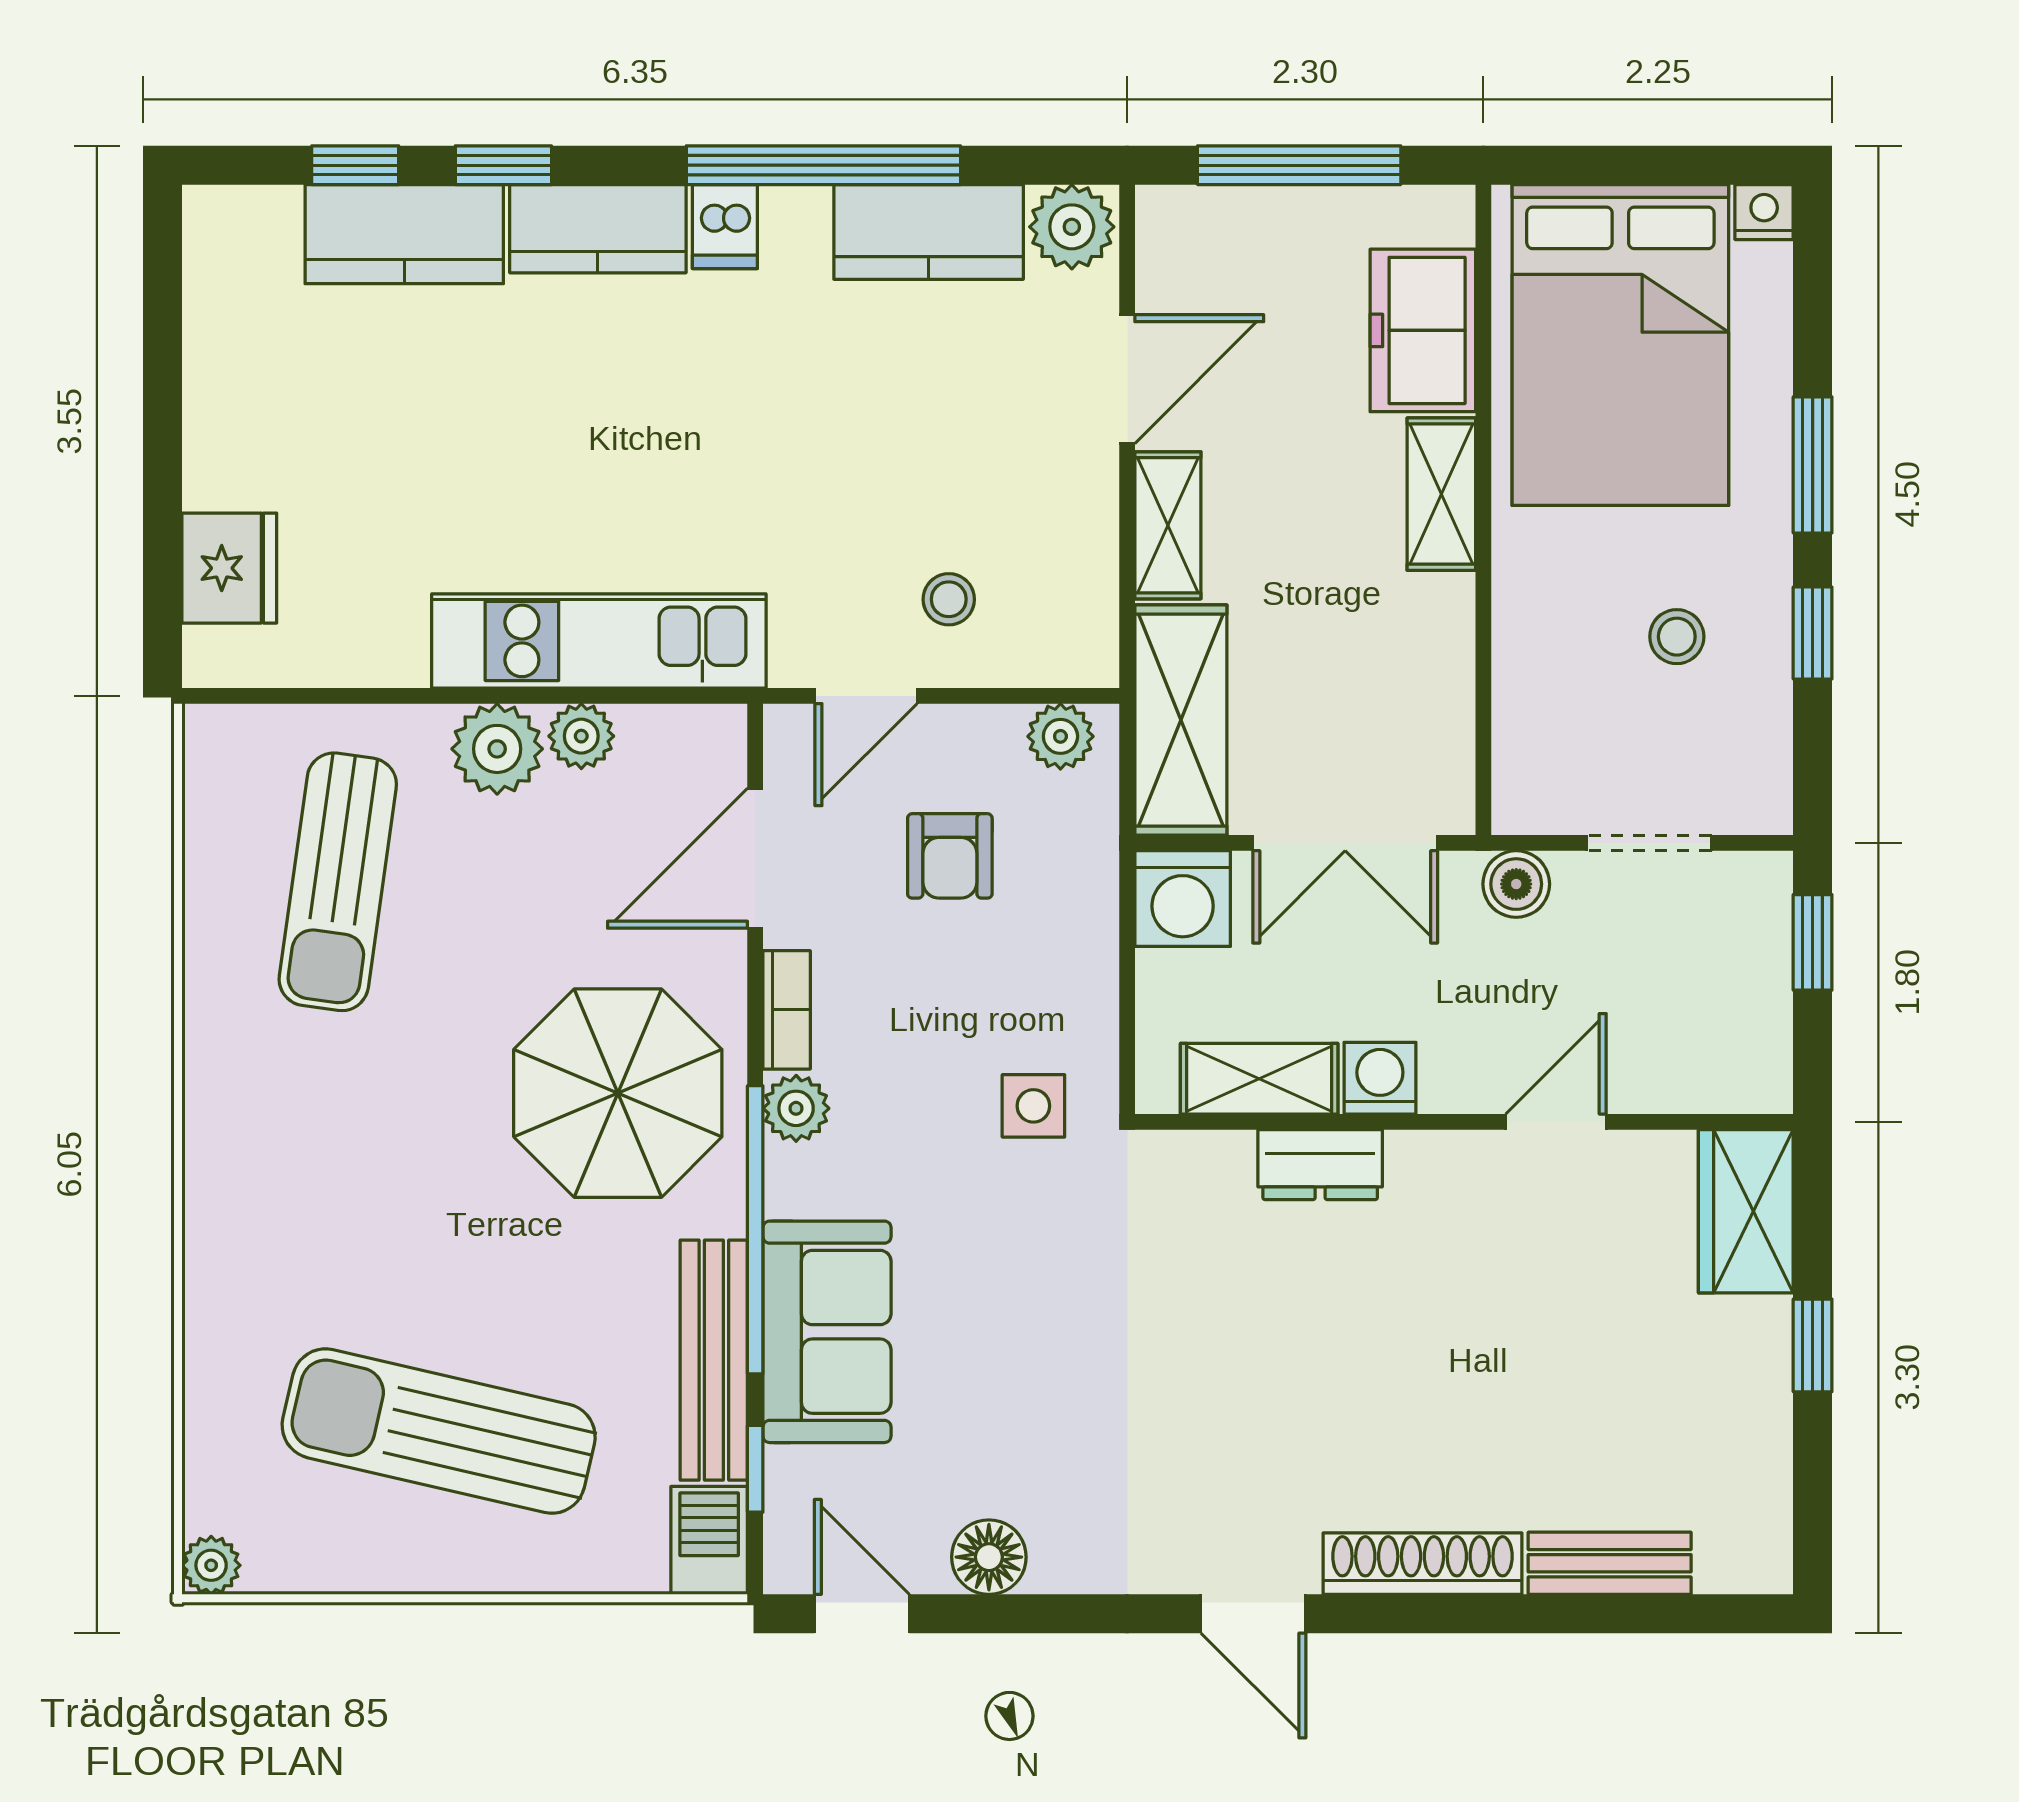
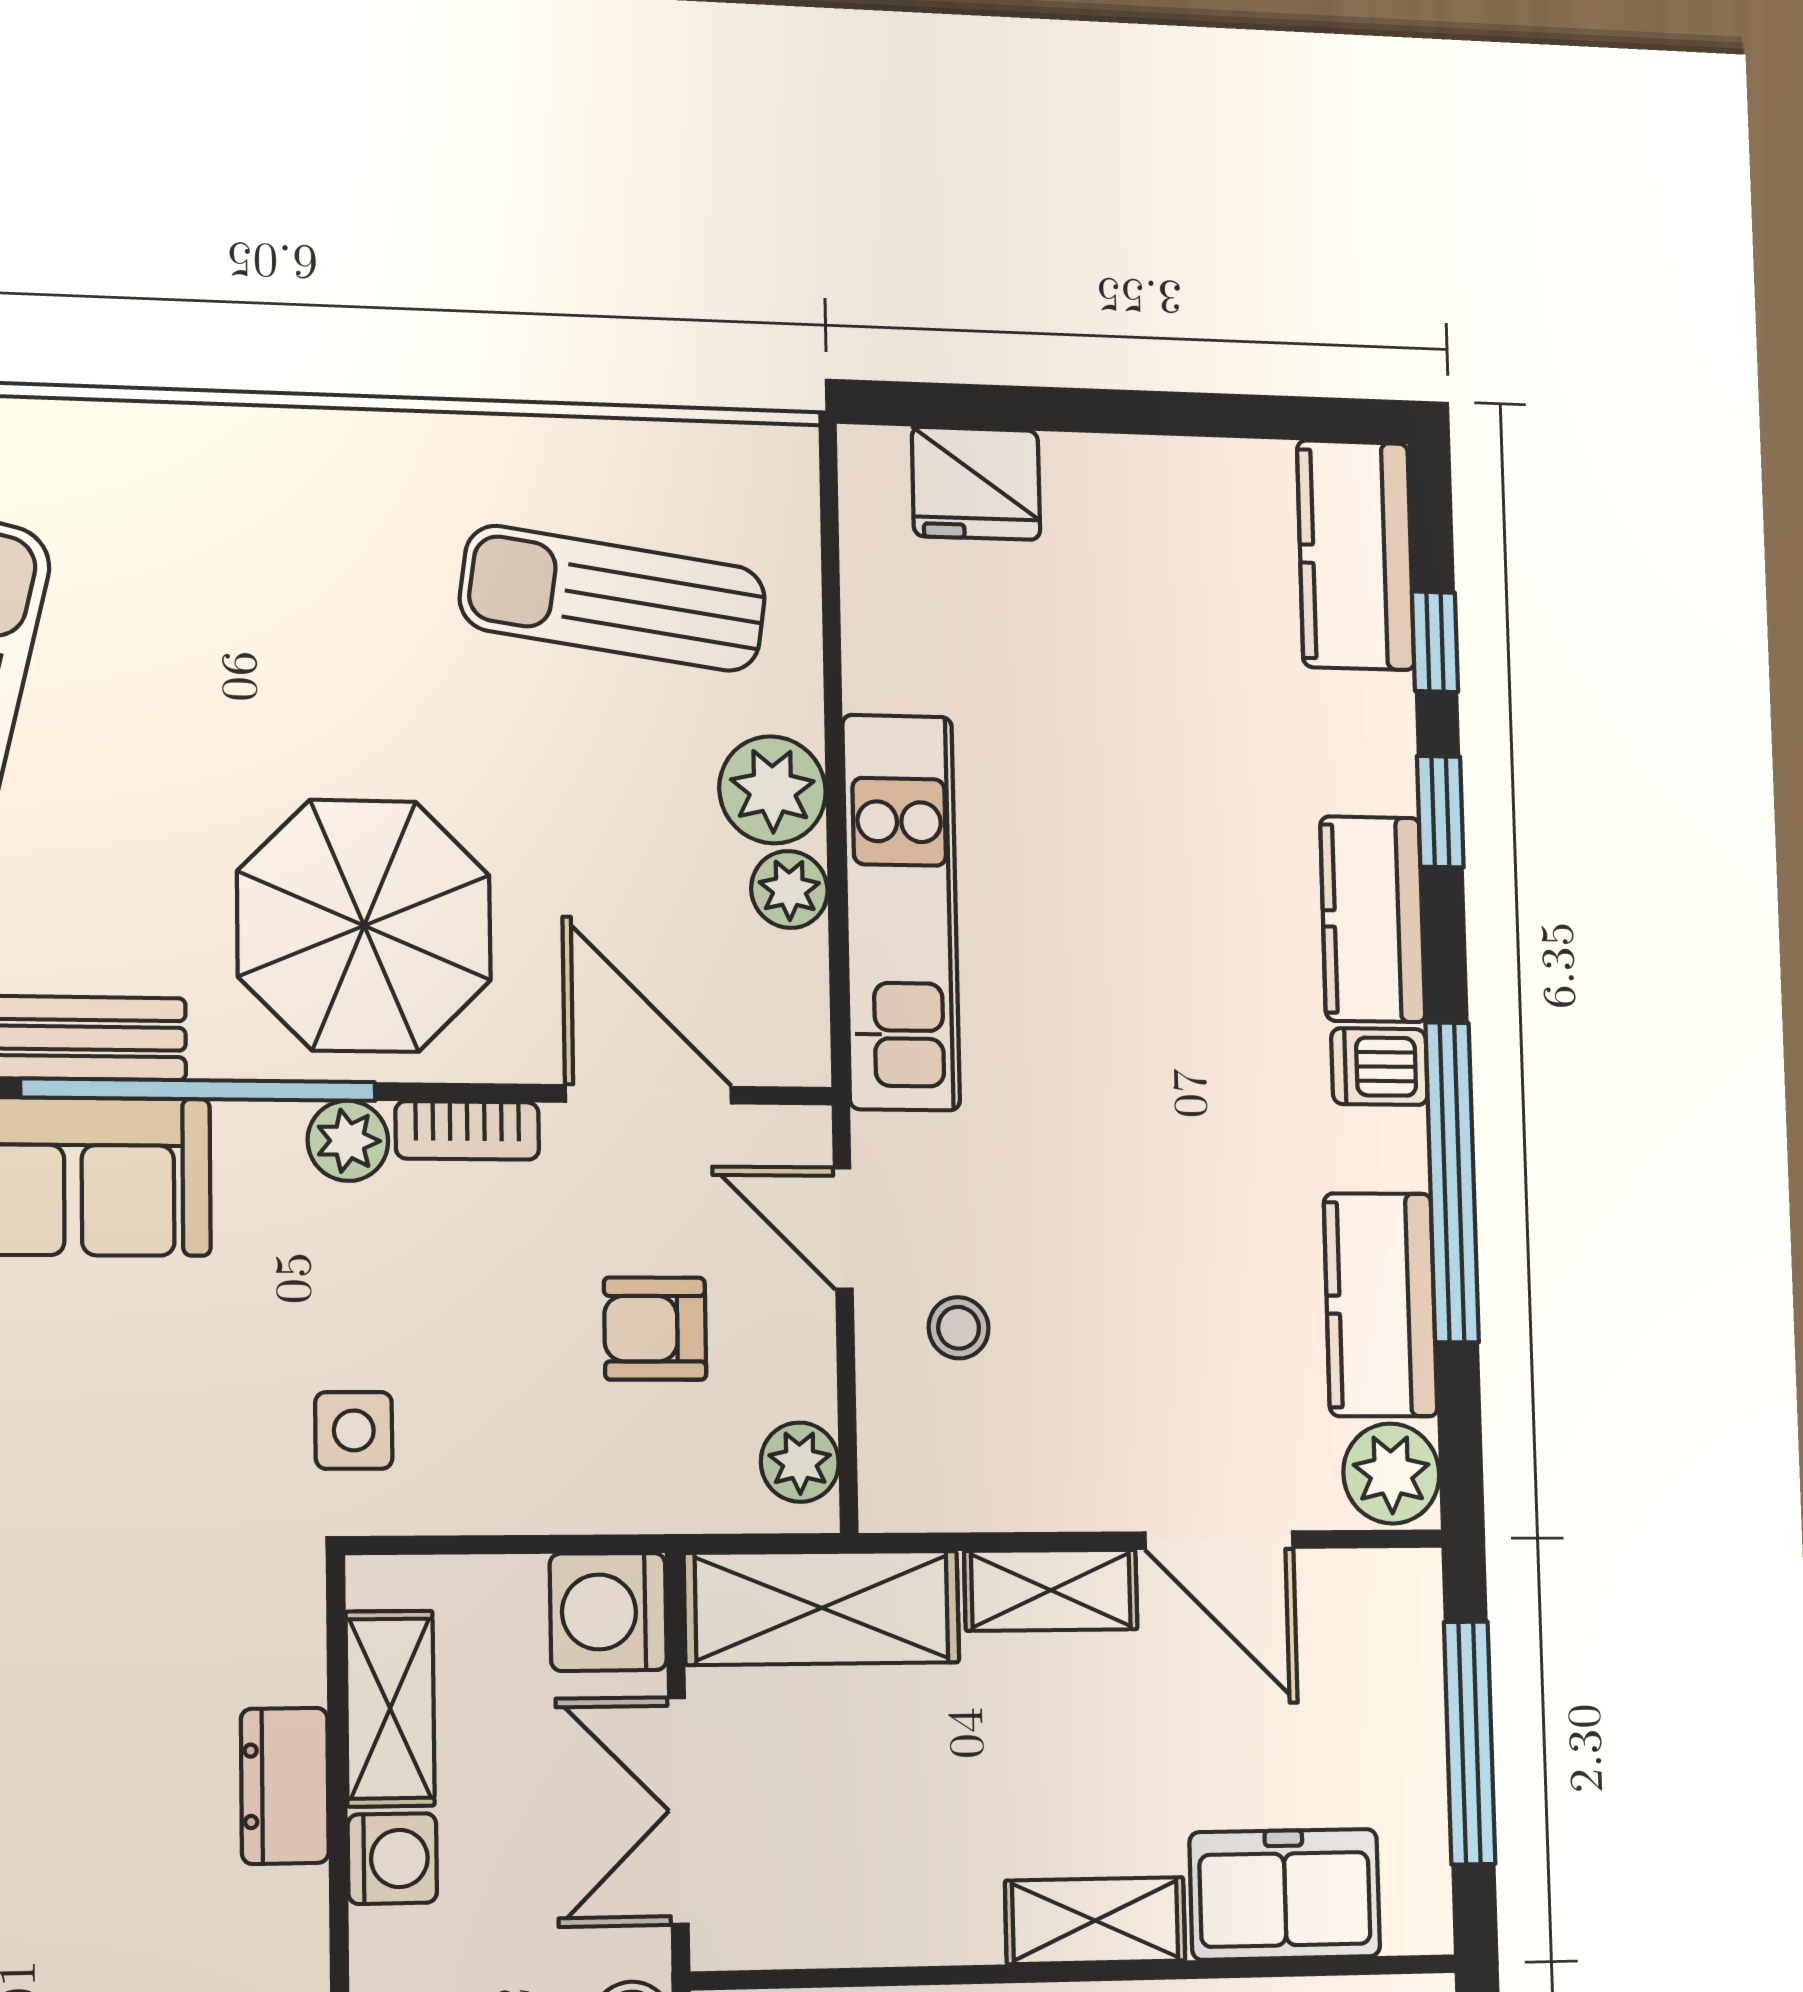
kitchen counter: (404, 234) -> (1356, 555), moved

